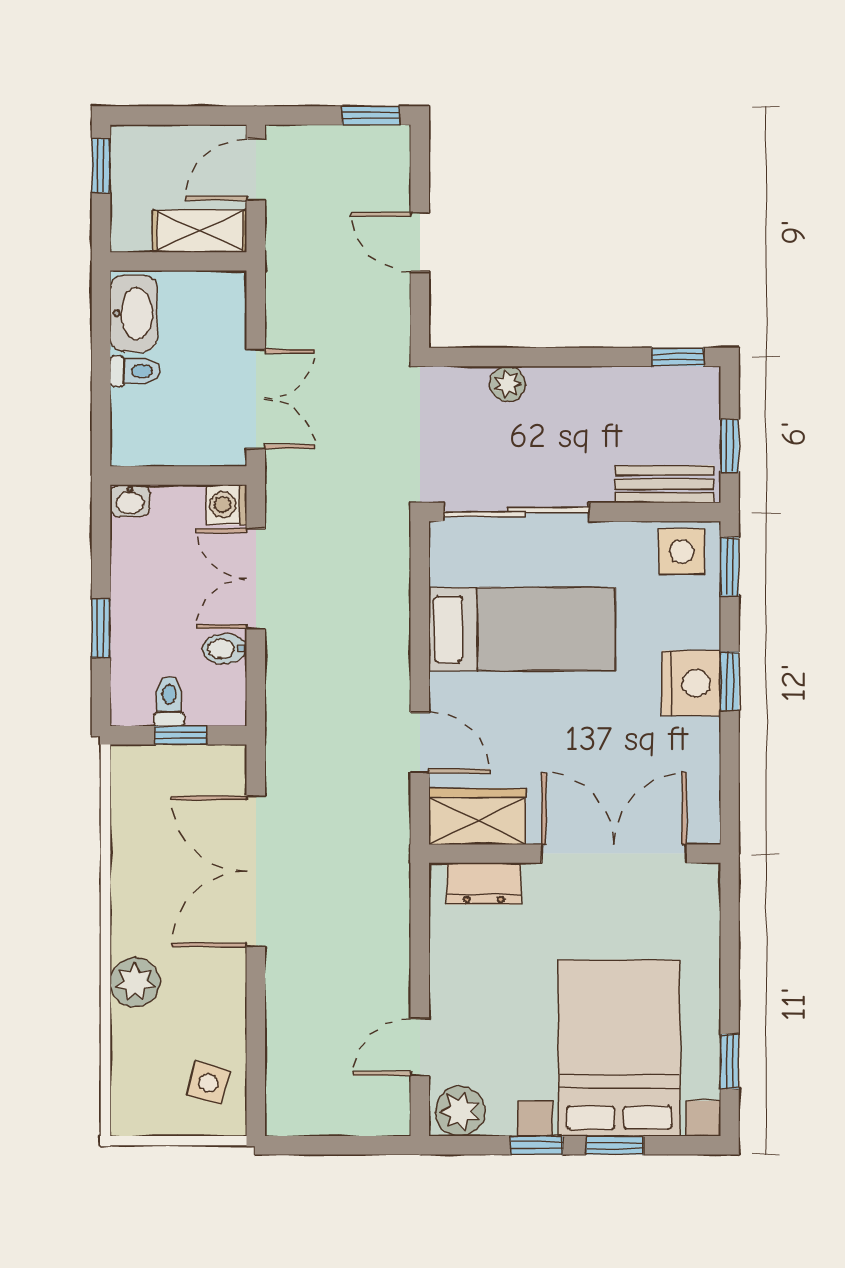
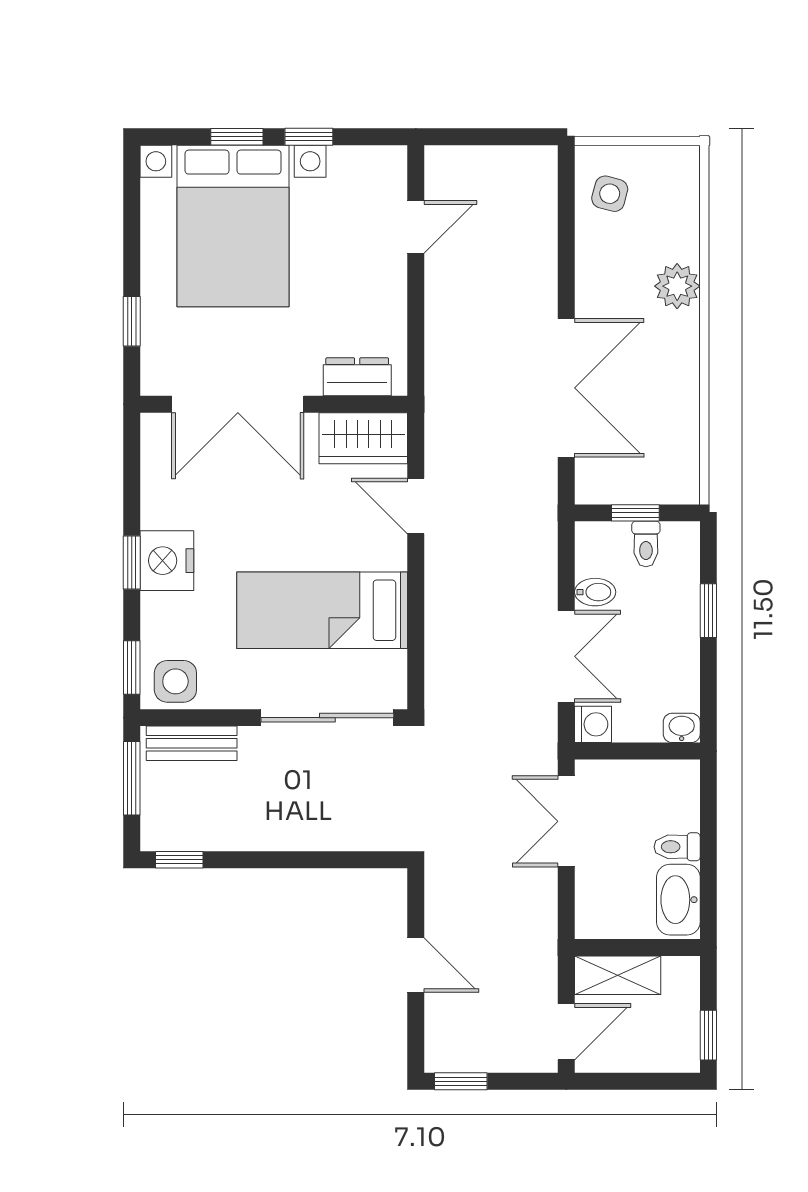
plant: (507, 384) -> (335, 835), removed
window: (730, 446) -> (132, 778), width x1.50
window: (730, 1061) -> (132, 321), moved
plant: (460, 1111) -> (379, 168), removed

